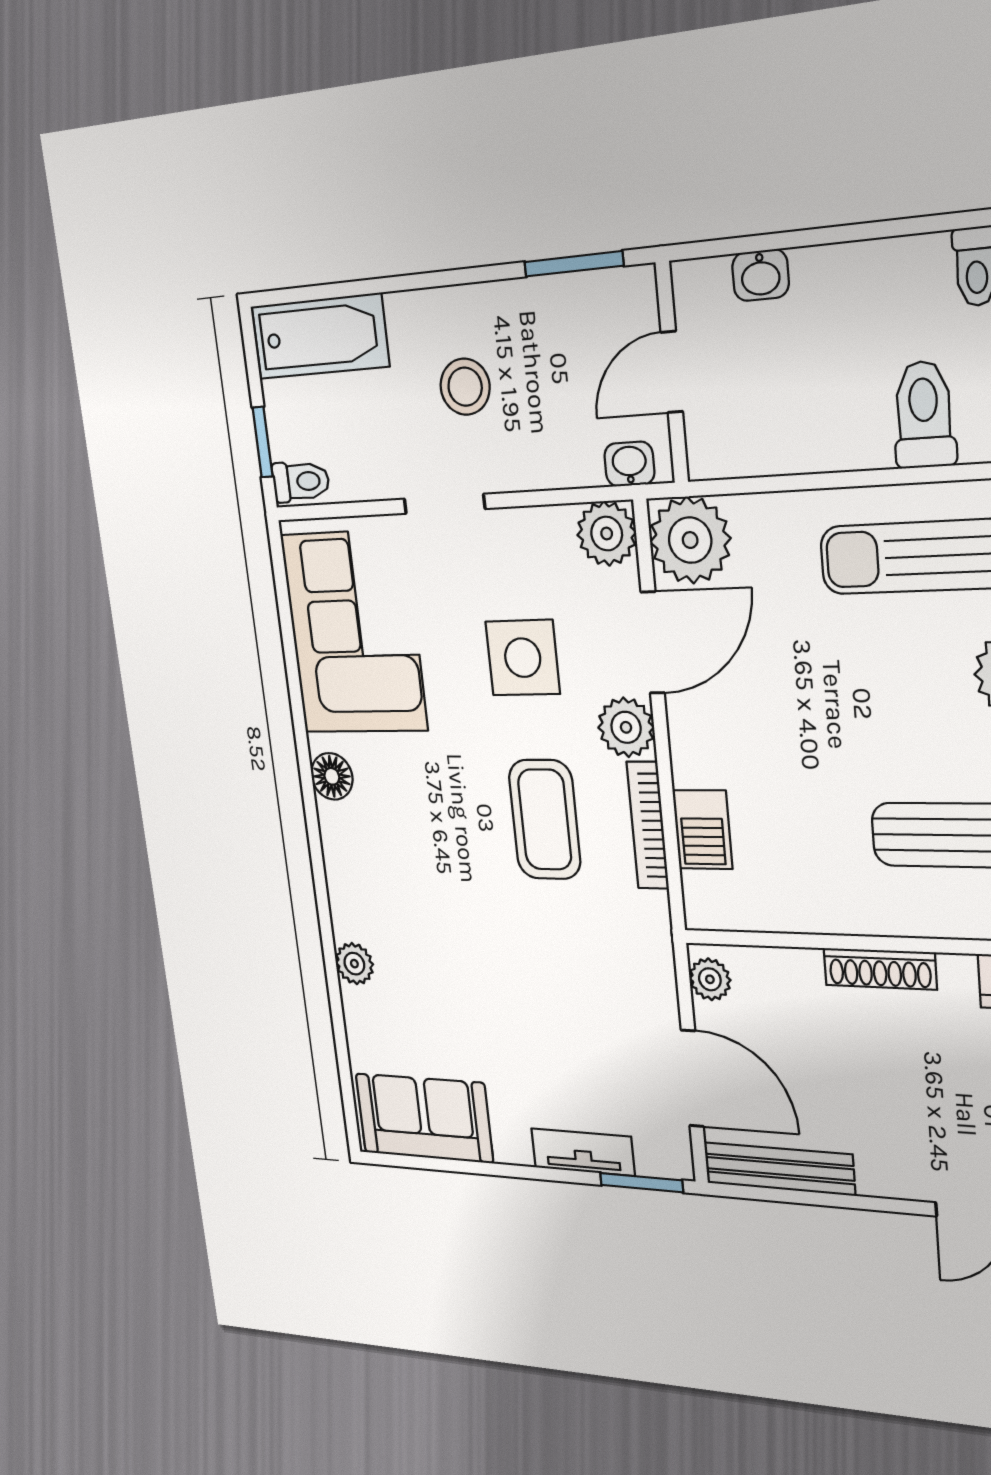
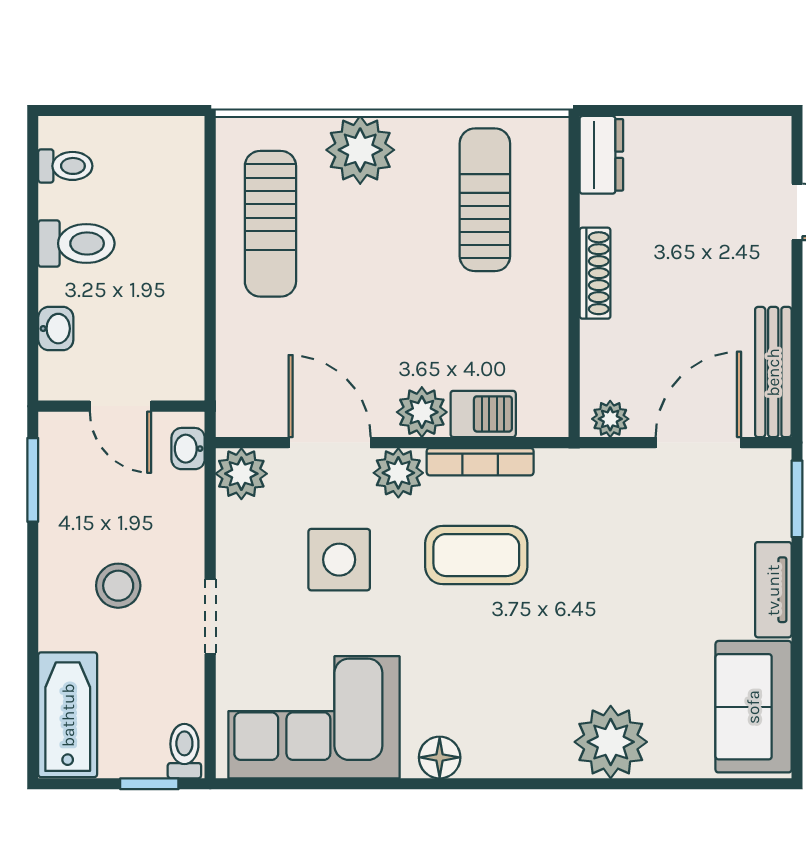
toilet: (924, 415) -> (76, 243), moved, turned 180
plant: (690, 540) -> (422, 412), moved, width x0.73, depth x0.73
plant: (354, 964) -> (611, 742), width x1.88, depth x1.88
tv unit: (583, 1152) -> (773, 590), moved

